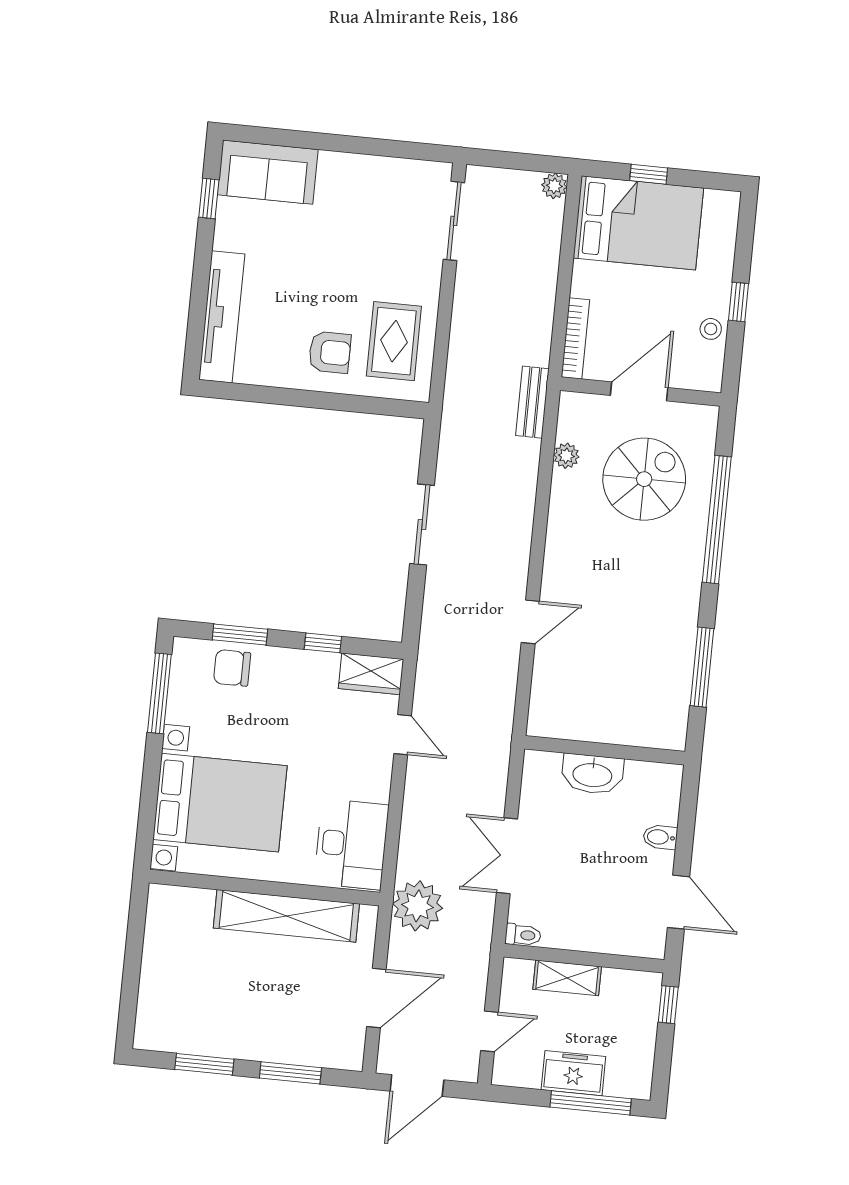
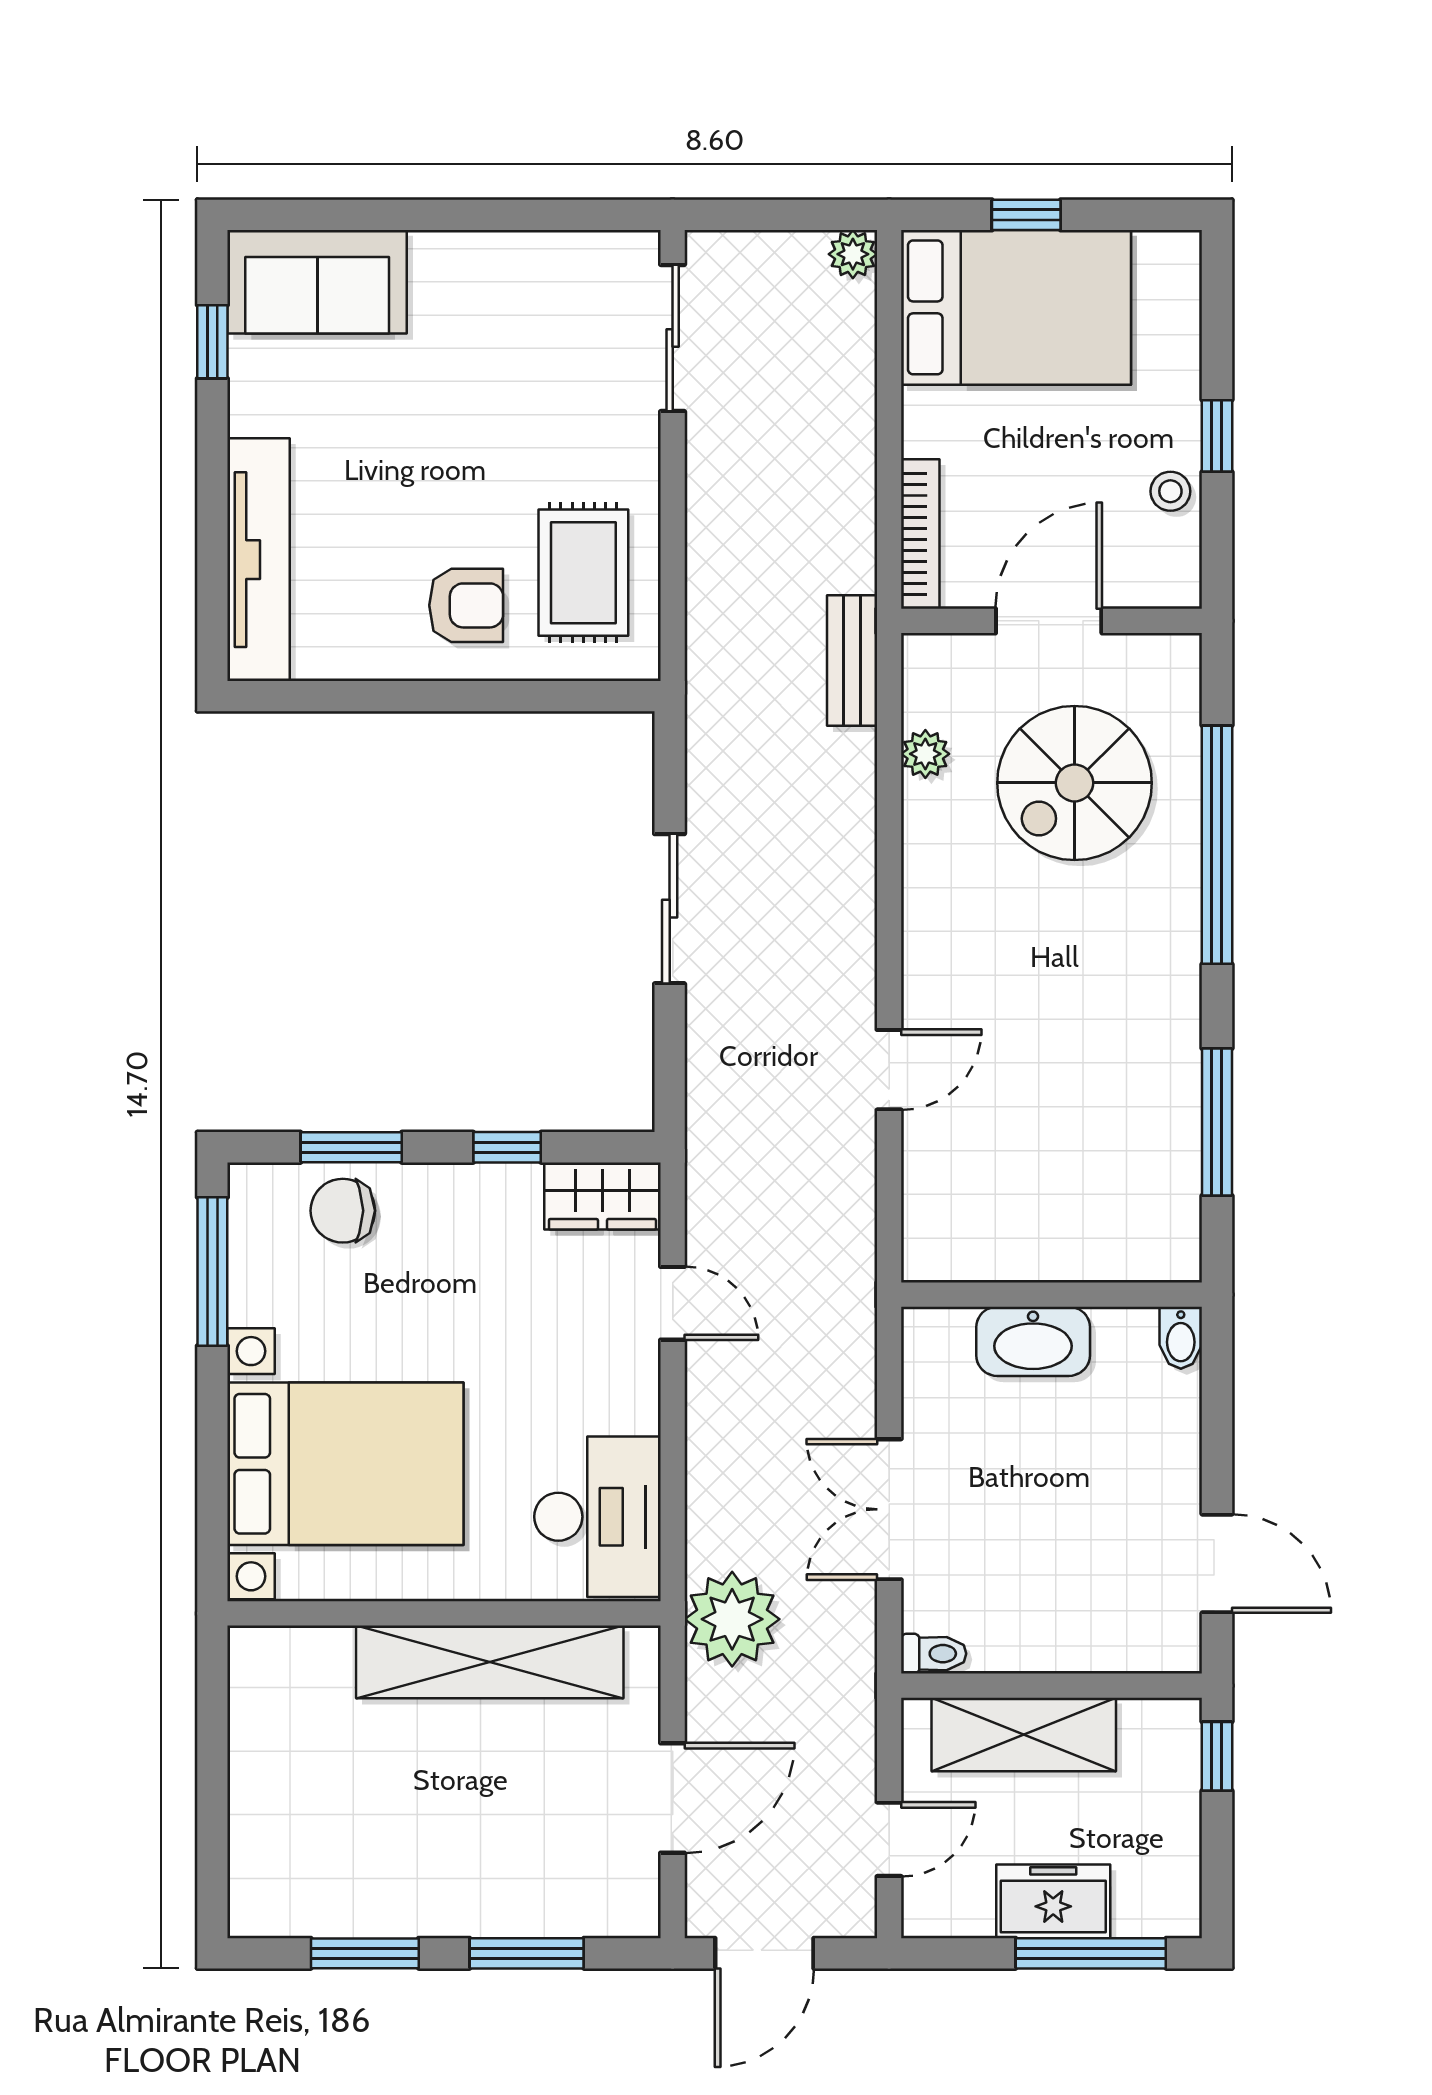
spiral stairs: (644, 479) -> (1074, 783), turned 180
bidet: (660, 837) -> (1181, 1338), moved, turned -90
shelving: (567, 978) -> (1024, 1735), width x1.50, depth x1.33

